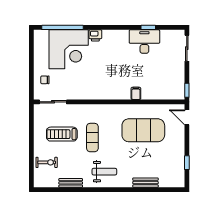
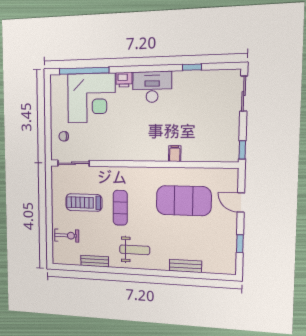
desk: (144, 42) -> (152, 87), moved
door: (187, 117) -> (241, 203), moved

